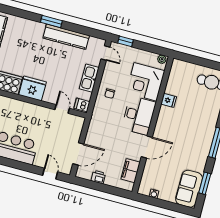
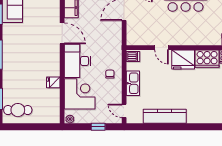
window: (51, 21) -> (182, 127), removed
window: (126, 41) -> (98, 127), moved
door: (62, 109) -> (162, 48), moved
door: (147, 147) -> (62, 33), swing flipped

